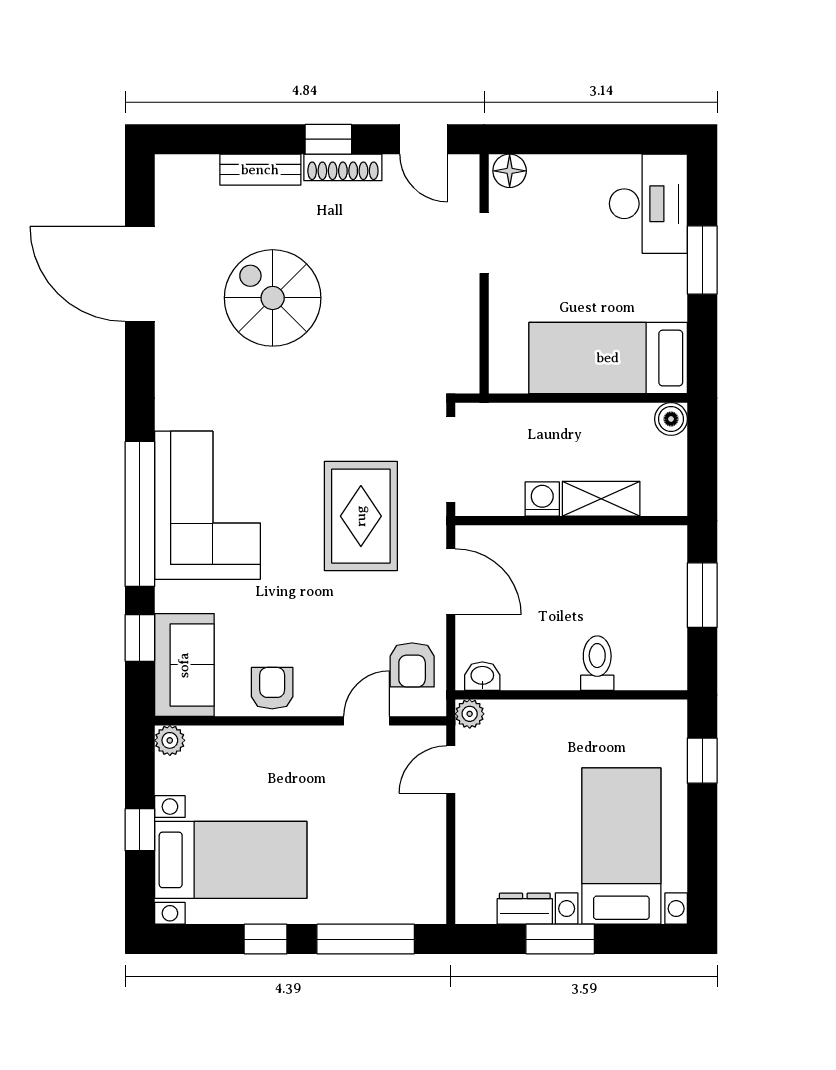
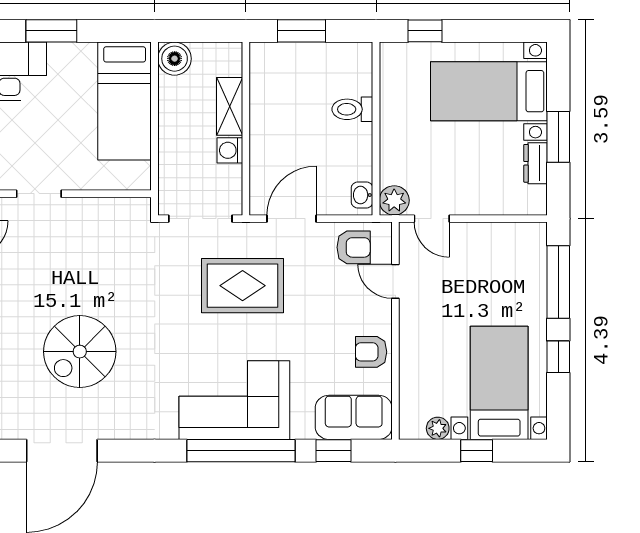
boiler: (671, 419) -> (175, 59), width x1.36, depth x1.36
plant: (470, 714) -> (394, 200), width x1.38, depth x1.38
plant: (170, 740) -> (438, 428), moved

